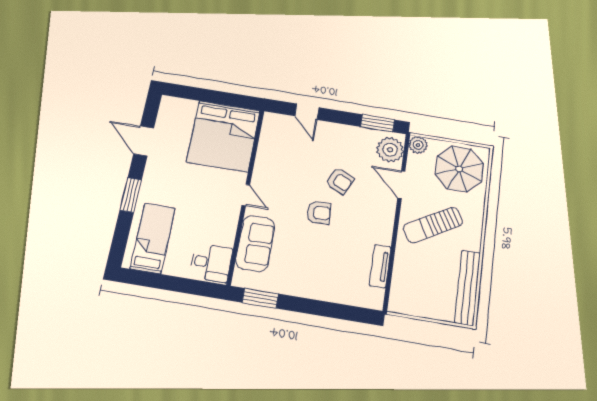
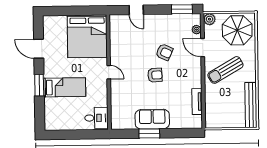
plant: (390, 150) -> (196, 30), width x0.53, depth x0.53
bed: (153, 238) -> (65, 87), moved, turned 90
sofa: (255, 243) -> (152, 119), moved, turned -90
window: (260, 298) -> (149, 133), moved

